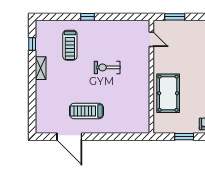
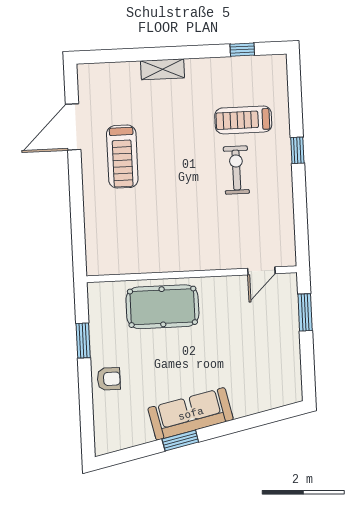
exercise bike: (107, 67) -> (236, 170), moved
shelving: (41, 68) -> (163, 69), moved
treadmill: (87, 111) -> (122, 157), turned 180

